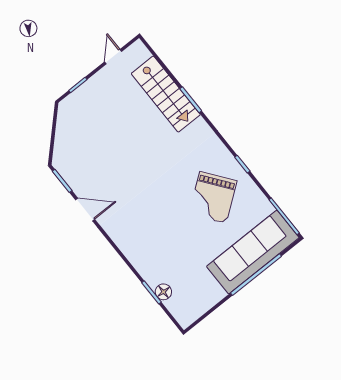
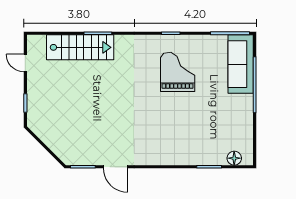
grand piano: (213, 197) -> (178, 72), turned -143
door: (85, 210) -> (115, 167), swing flipped
sofa: (253, 252) -> (241, 64), width x0.74, depth x0.79
floor lamp: (163, 292) -> (234, 158), moved

